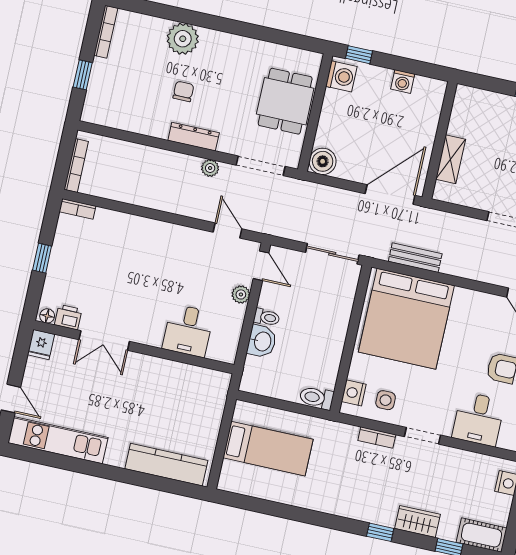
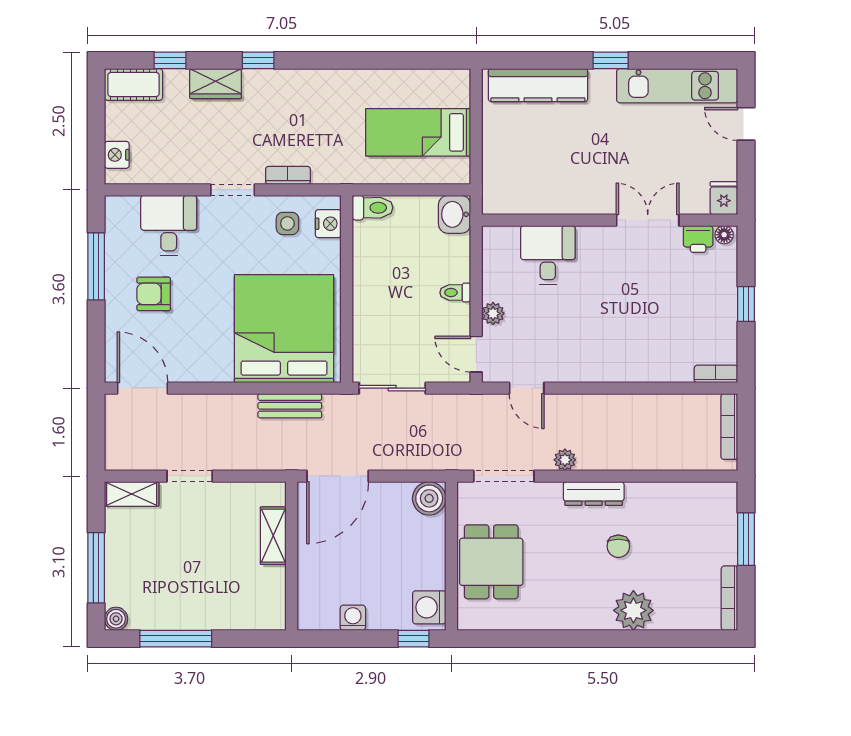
window: (83, 75) -> (746, 539), width x1.50
washbasin: (262, 341) -> (455, 214), moved
window: (105, 471) -> (611, 60), added

